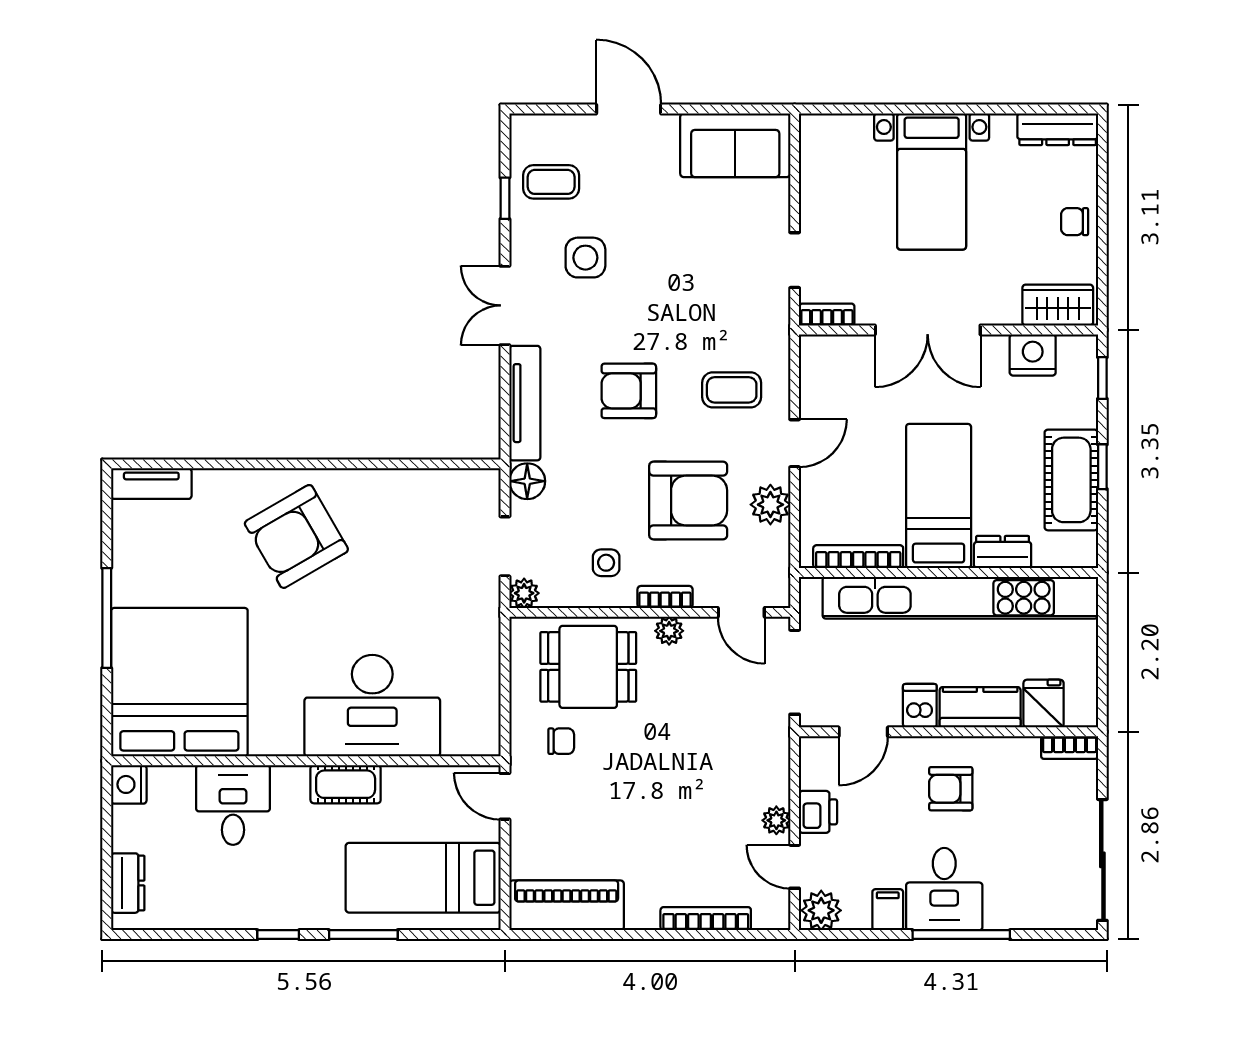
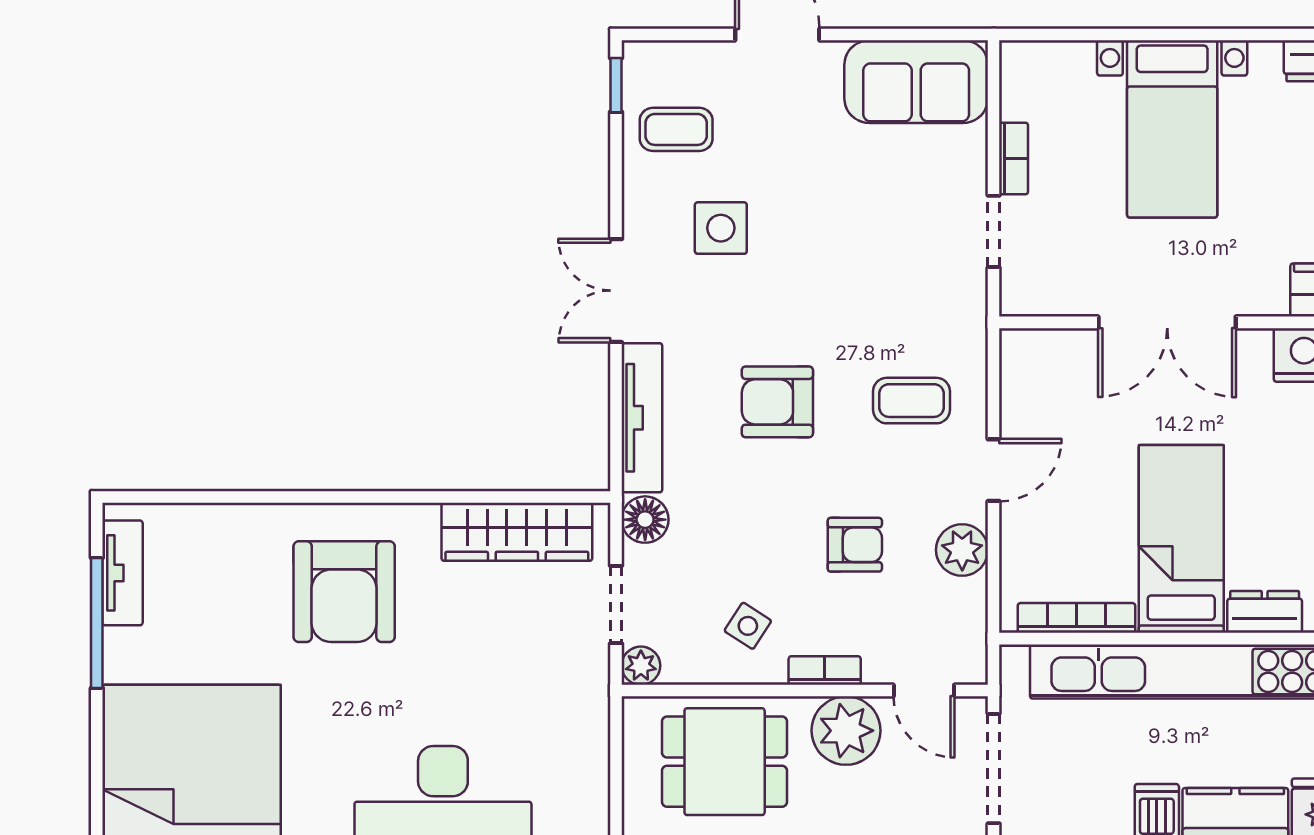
window: (505, 198) -> (616, 85), moved
bookcase: (827, 315) -> (1014, 158), moved, turned 90
tv unit: (151, 484) -> (123, 573), moved, turned -90
wardrobe: (429, 491) -> (517, 532), added
armchair: (688, 500) -> (855, 545), width x0.53, depth x0.53
armchair: (296, 536) -> (344, 592), turned -60
side table: (606, 563) -> (748, 626), turned 33
window: (107, 618) -> (97, 623), moved
plant: (669, 631) -> (846, 731), width x1.87, depth x1.87

